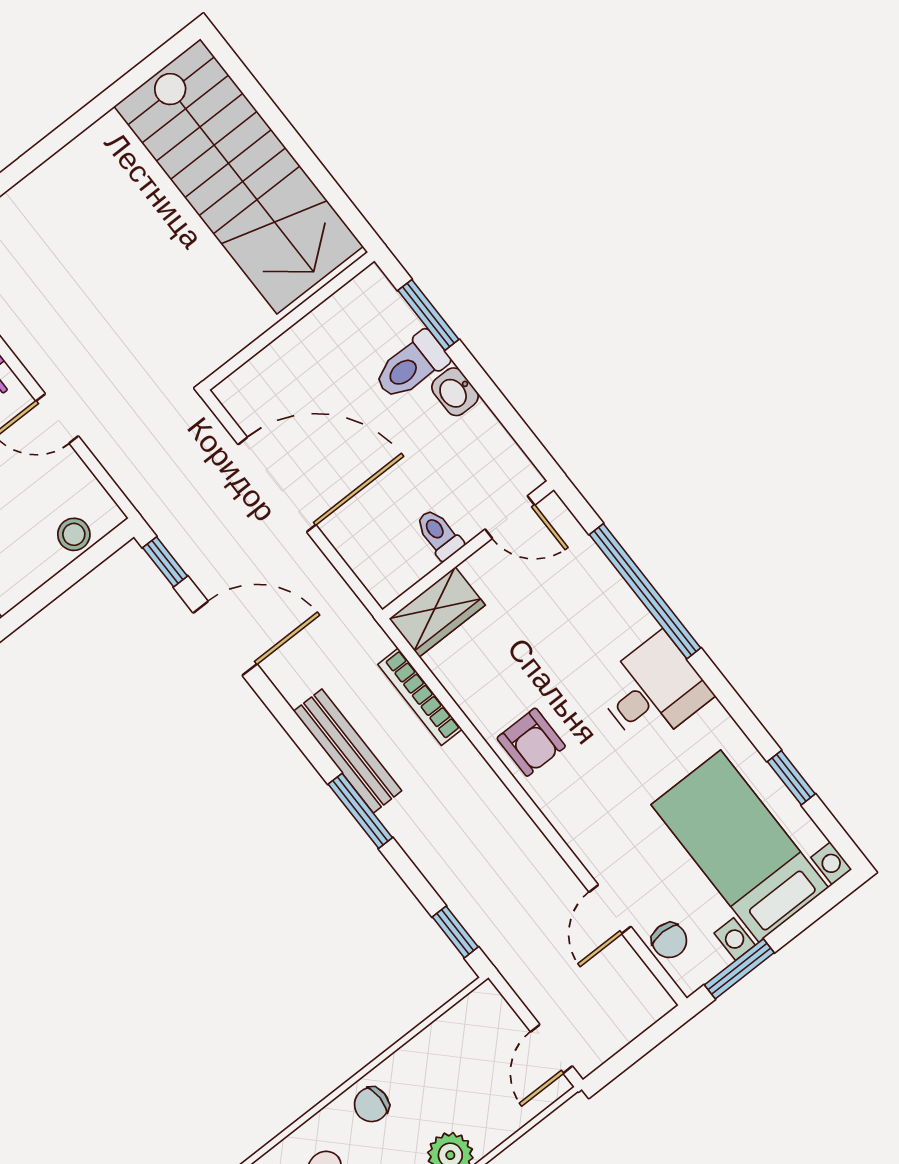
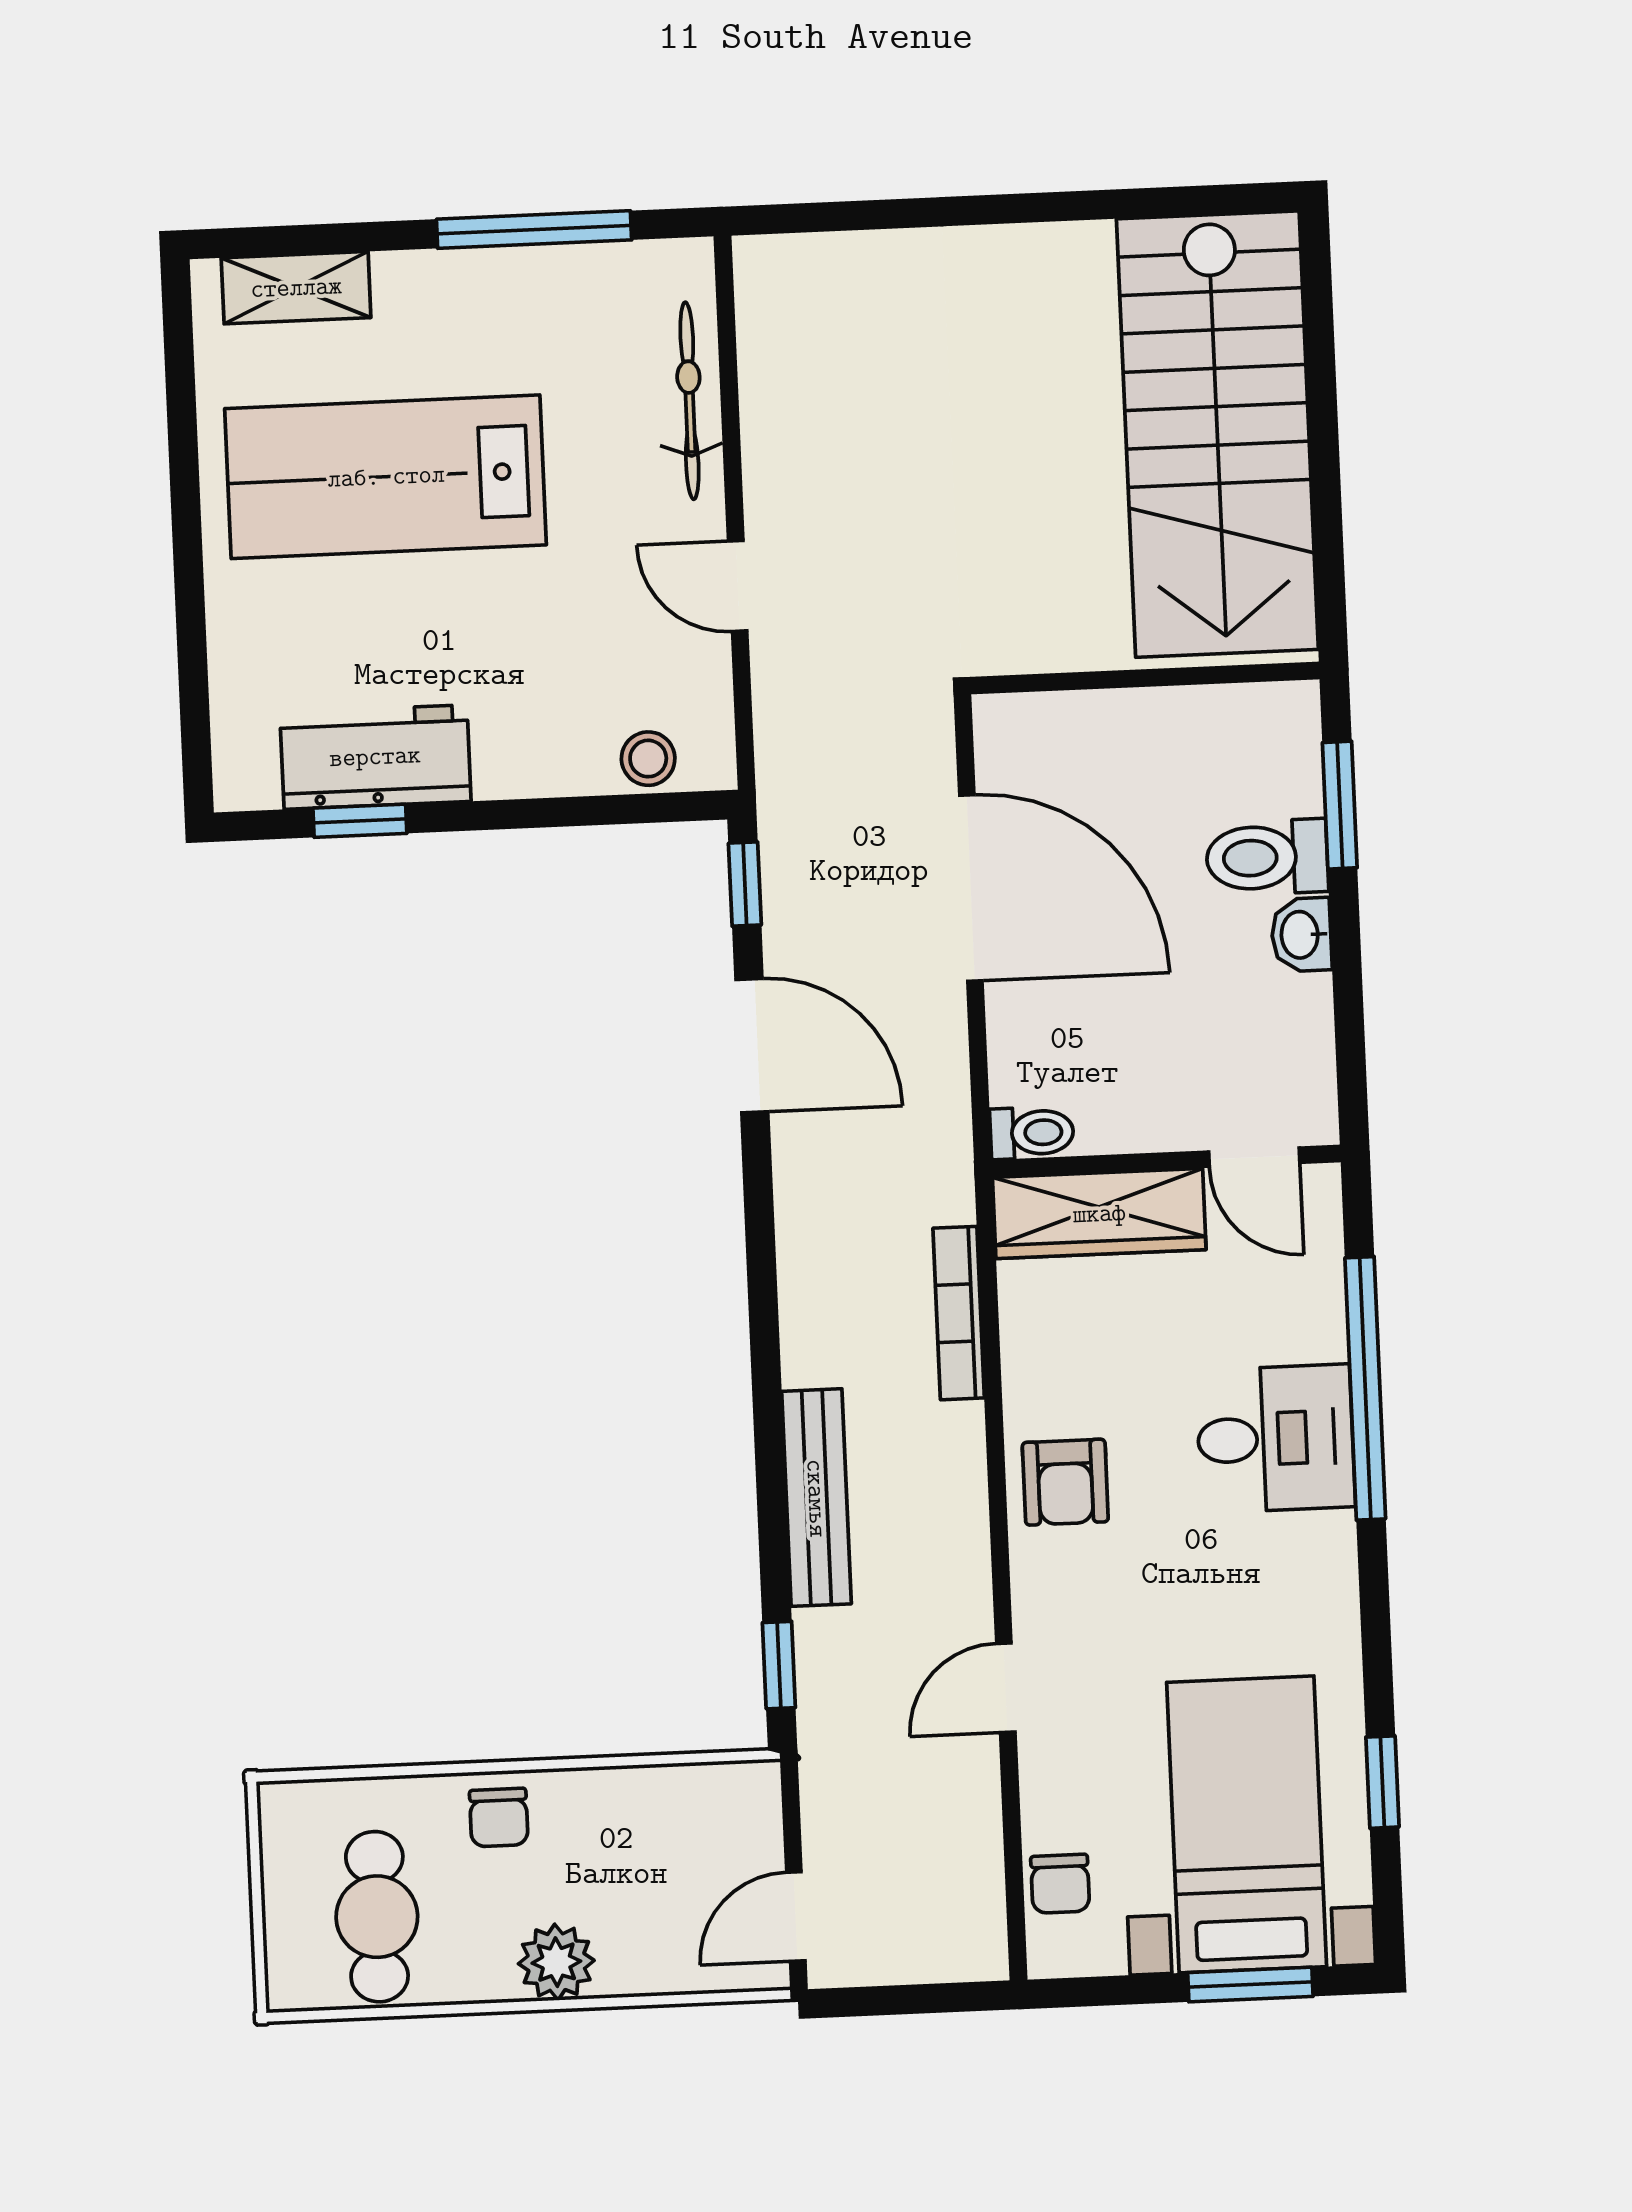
toilet: (439, 534) -> (1032, 1133), moved, turned 90
wardrobe: (437, 612) -> (1099, 1214), width x1.50
desk: (653, 691) -> (1276, 1439), moved
bench: (348, 751) -> (816, 1498), moved
window: (360, 811) -> (768, 1410), removed
door: (610, 909) -> (1006, 1688), moved
window: (739, 969) -> (1250, 1985), moved
chair: (372, 1105) -> (499, 1817), turned -90

